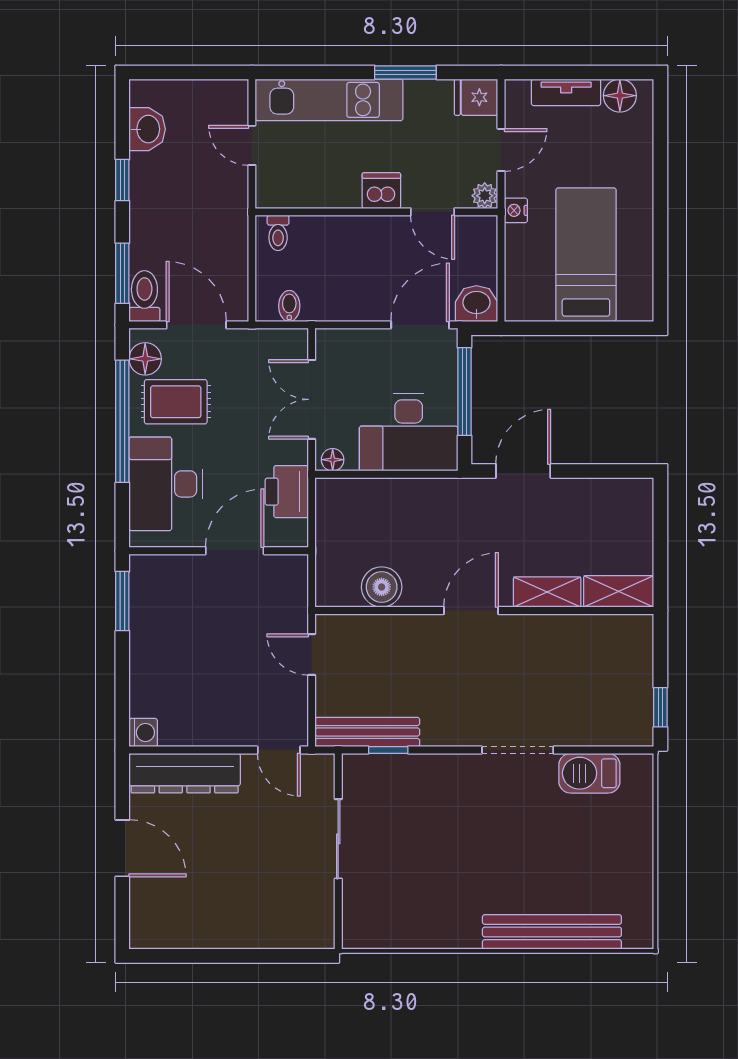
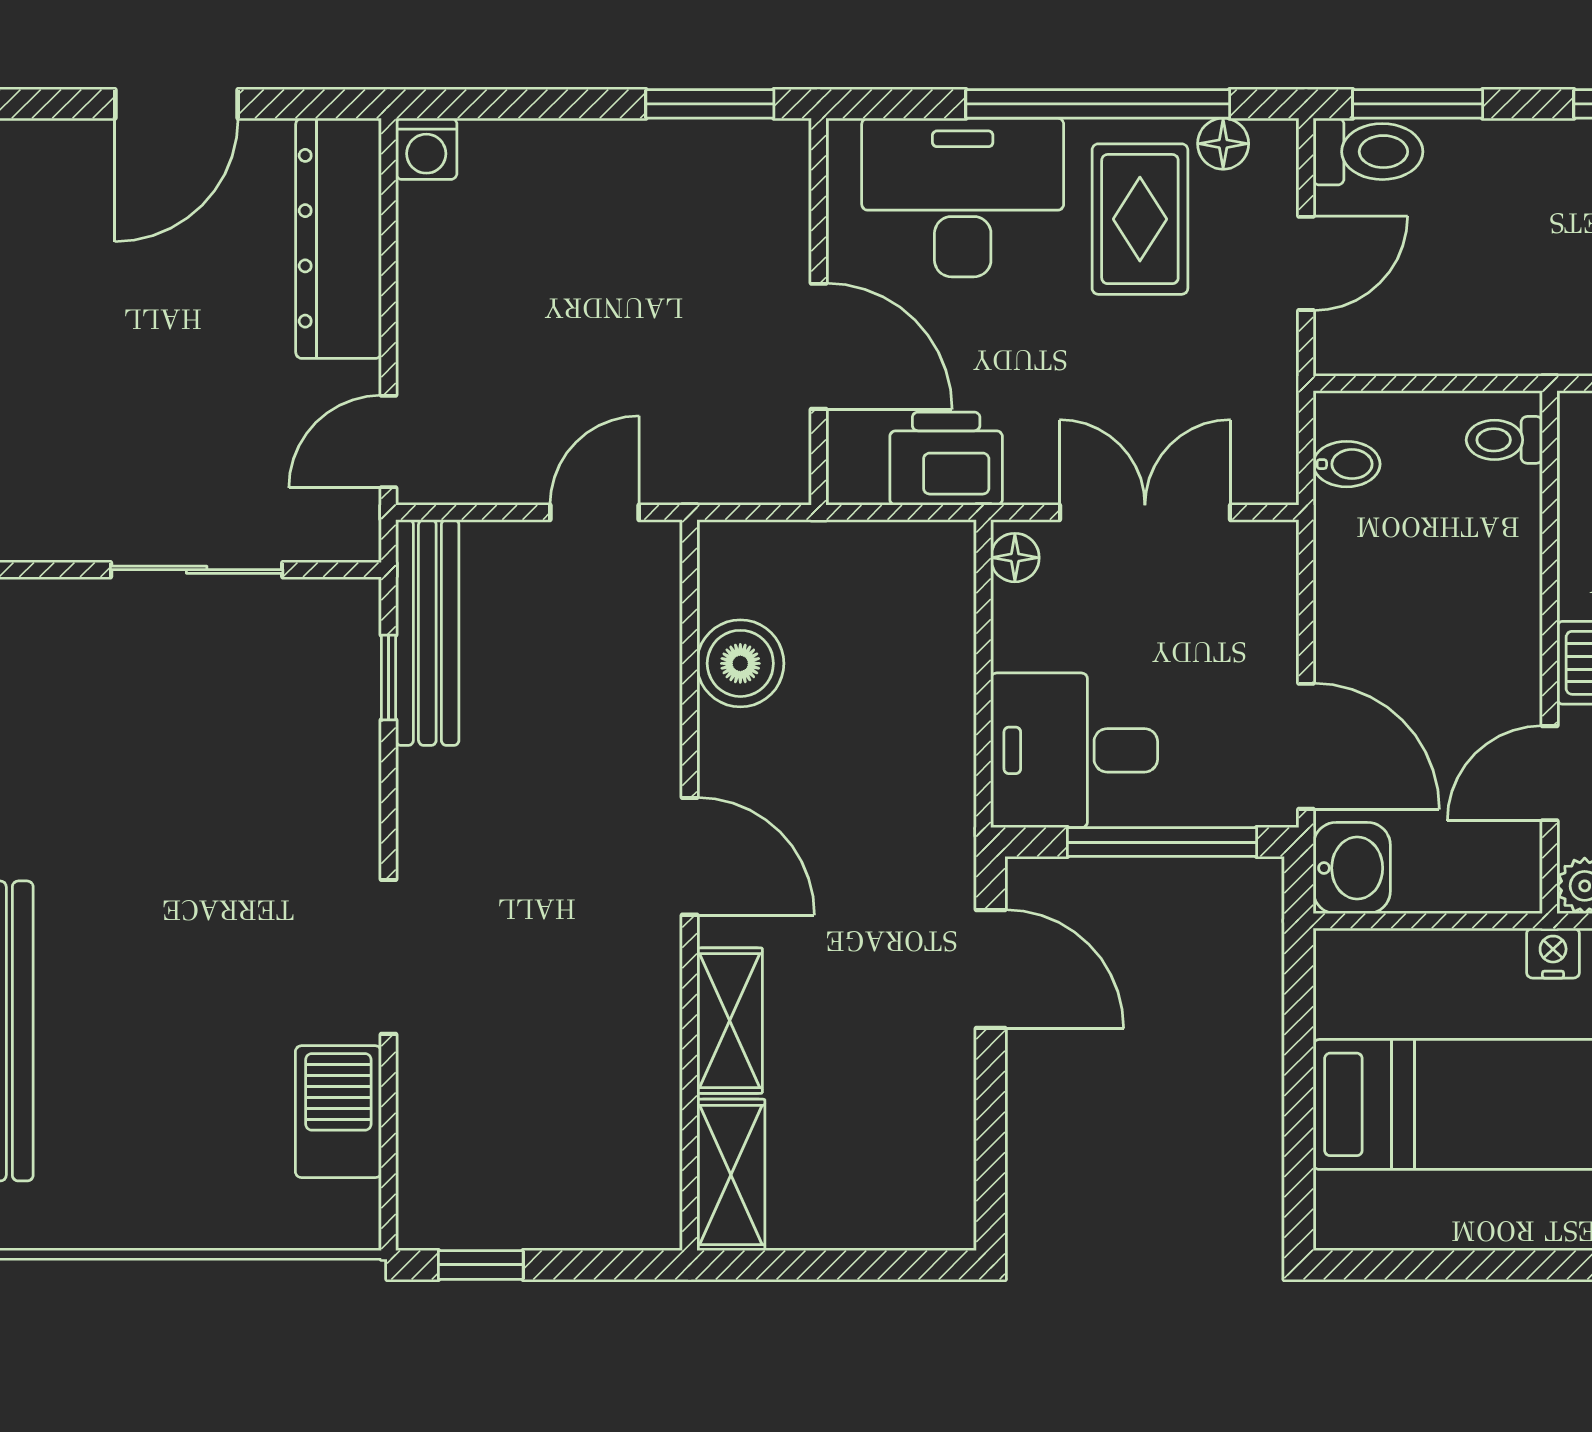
door: (196, 325) -> (1306, 263), width x0.73
floor lamp: (145, 359) -> (1223, 144), width x0.73, depth x0.73
desk: (409, 432) -> (1074, 750), width x0.73

